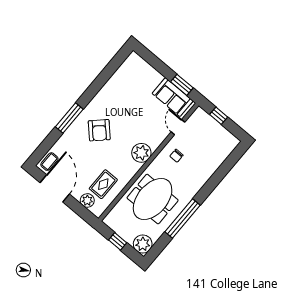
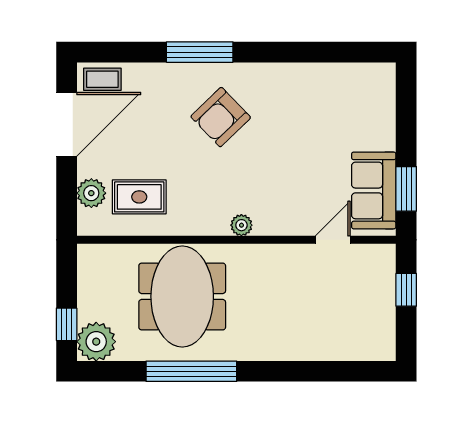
plant: (141, 153) -> (241, 225), width x0.53, depth x0.53
chair: (177, 156) -> (285, 276), removed
meeting table: (153, 199) -> (182, 296), turned 90
window: (118, 241) -> (67, 324), moved

